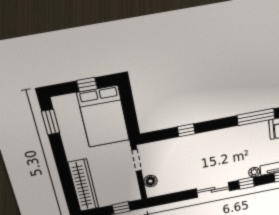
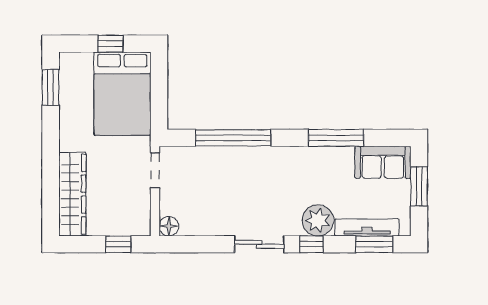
window: (186, 130) -> (233, 138), width x3.17
plant: (254, 172) -> (318, 220), width x1.87, depth x1.87
floor lamp: (150, 181) -> (169, 226), moved

